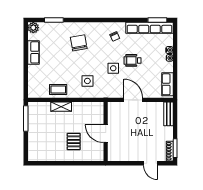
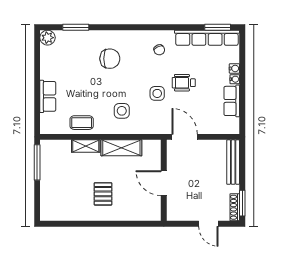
chair: (79, 43) -> (110, 59), turned 100
row of seats: (33, 52) -> (48, 96), moved
row of seats: (167, 84) -> (232, 101), moved
shelving: (87, 108) -> (121, 148), added
bench: (169, 114) -> (233, 162), width x1.36
wall: (106, 132) -> (164, 180), moved
door: (106, 134) -> (164, 183), moved

